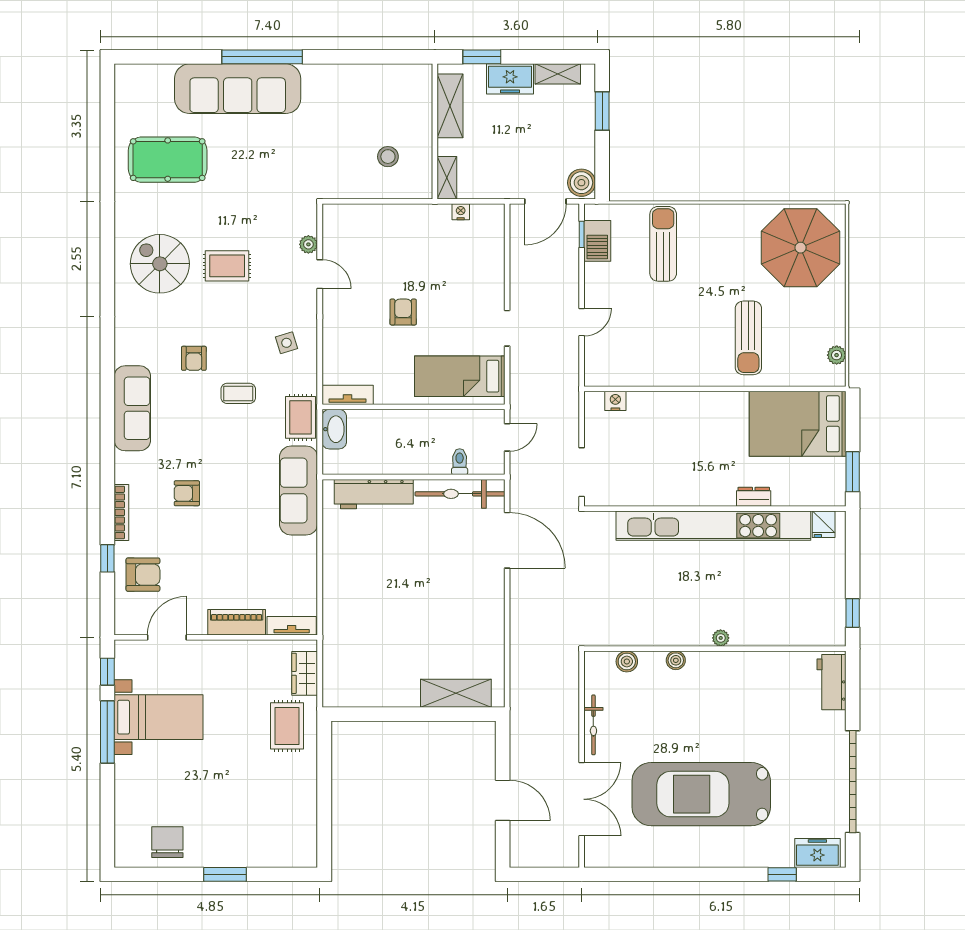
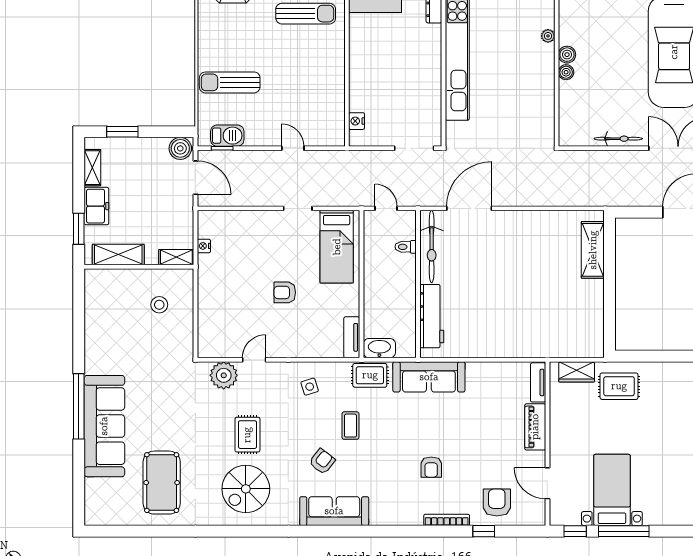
plant: (308, 244) -> (224, 375), width x1.88, depth x1.88
armchair: (194, 358) -> (322, 461), turned -52
sofa: (132, 408) -> (334, 511), moved
boiler: (627, 661) -> (567, 55), moved

